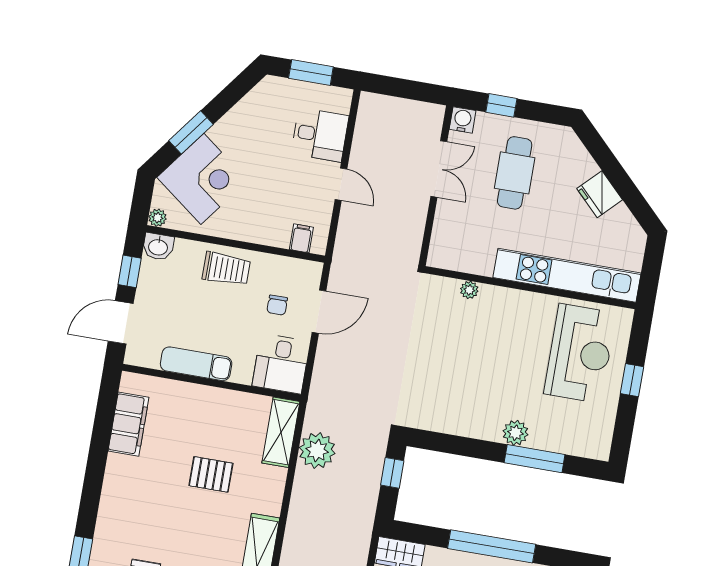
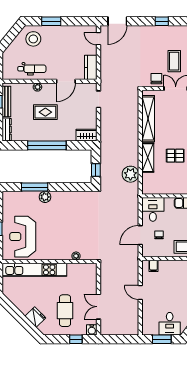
desk: (320, 135) -> (170, 324), moved, turned -90
fridge: (600, 194) -> (35, 317), moved
shelving: (281, 432) -> (148, 158), moved

